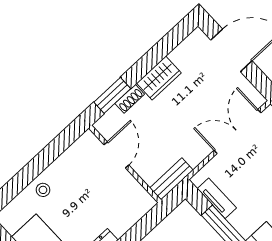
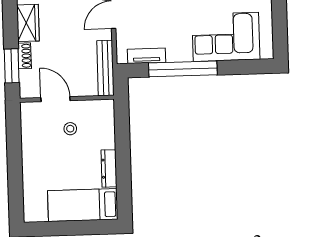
bench: (172, 179) -> (105, 68), width x1.36
stool: (43, 190) -> (70, 129), moved

